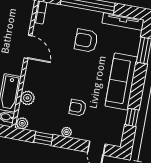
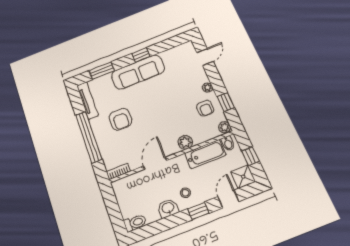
plant: (27, 98) -> (185, 142), moved
armchair: (78, 108) -> (205, 108), moved
window: (132, 117) -> (141, 55), moved

